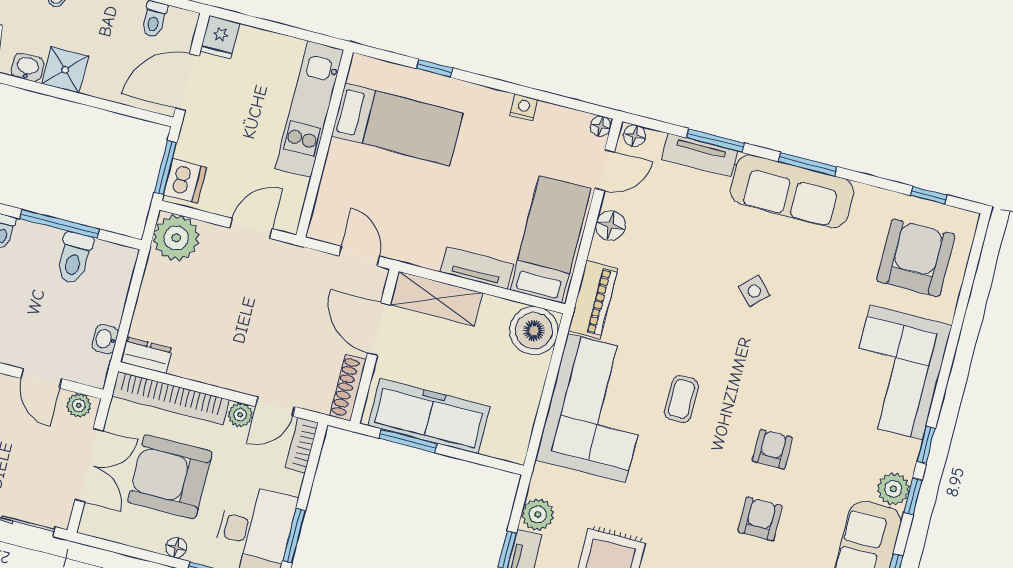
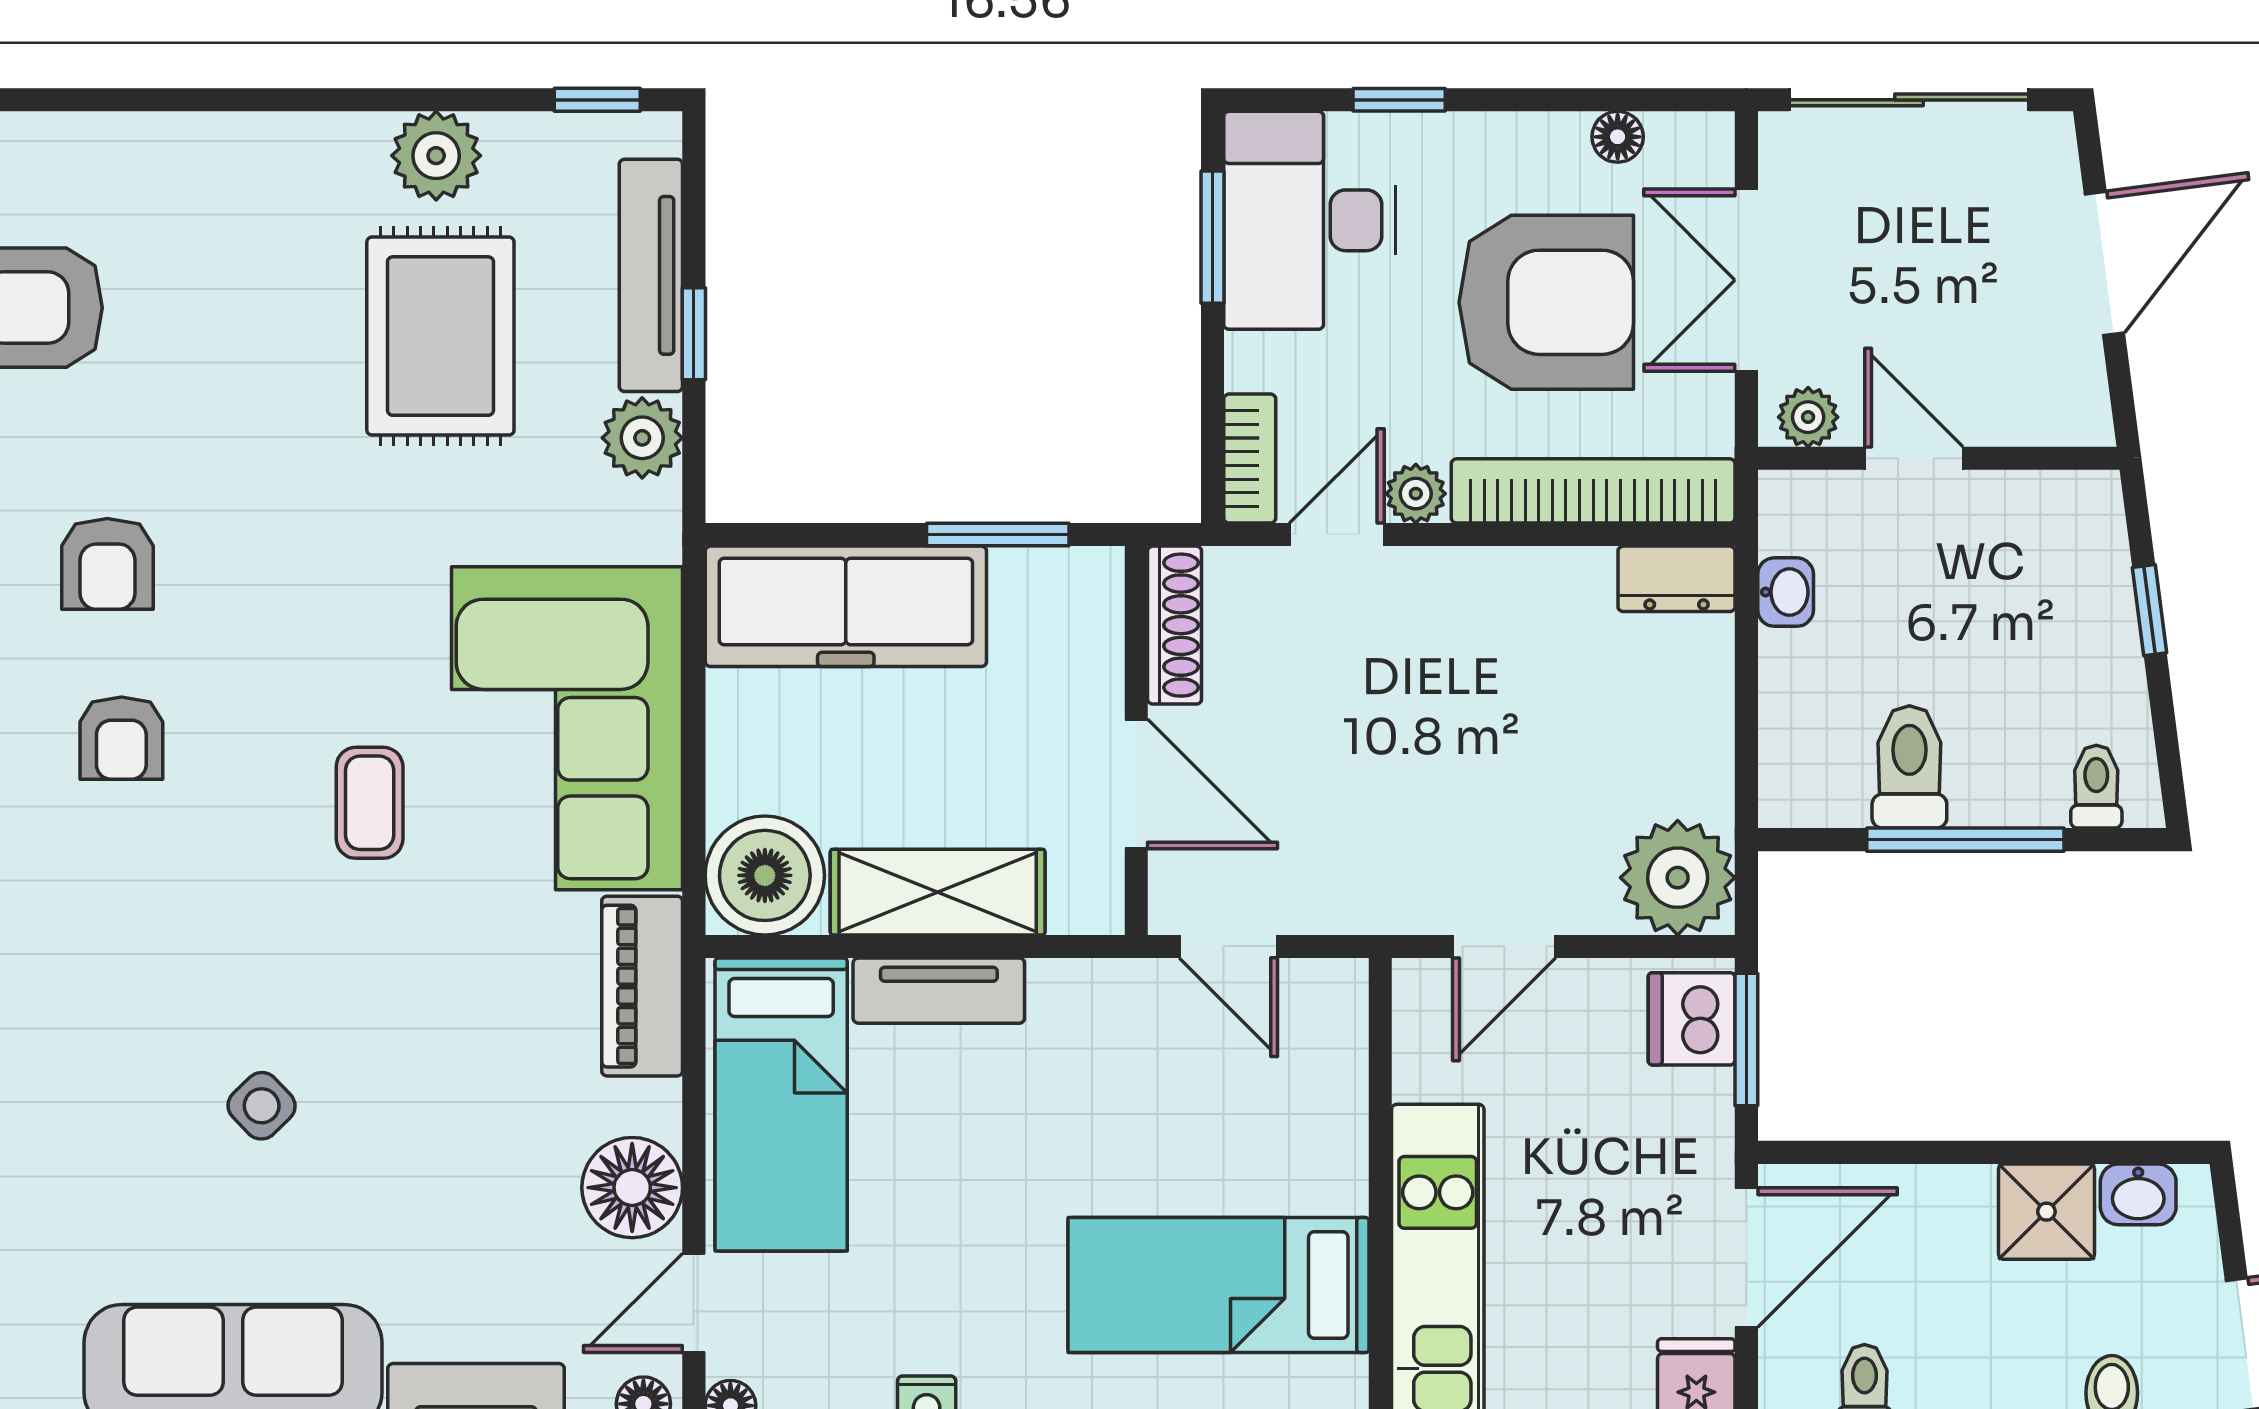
floor lamp: (610, 226) -> (632, 1188), width x1.38, depth x1.38
shelving: (436, 299) -> (938, 892), moved
freezer: (429, 416) -> (846, 606), moved
floor lamp: (176, 547) -> (1618, 137), moved

